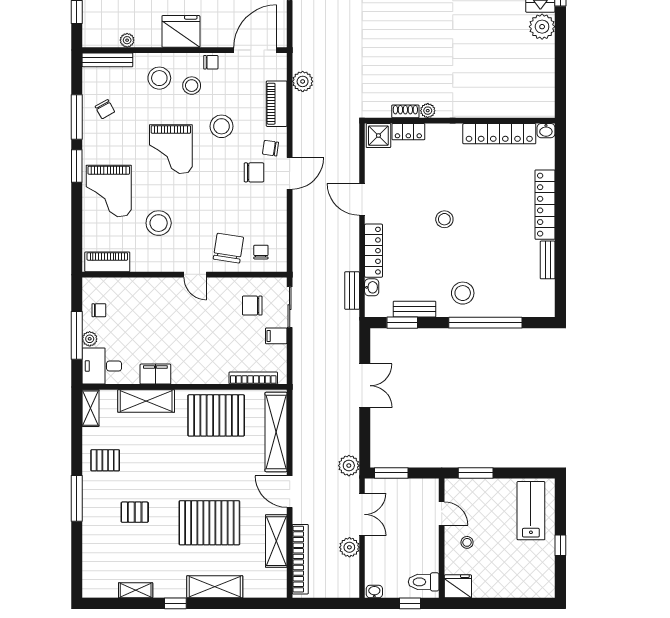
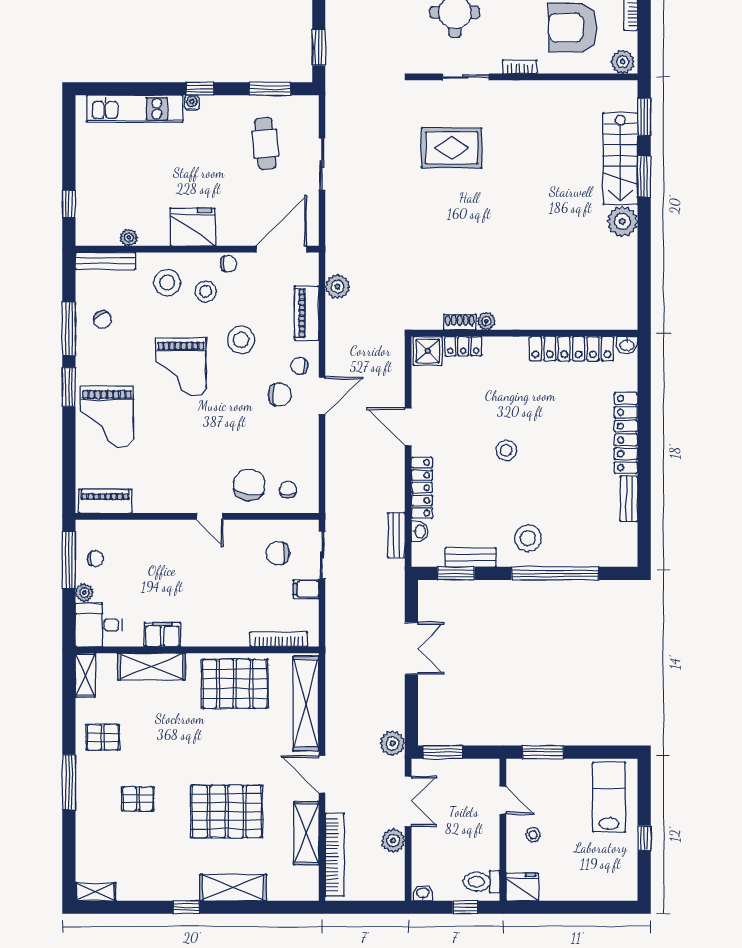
stool: (159, 223) -> (166, 455), removed
window: (77, 335) -> (69, 560), moved
shelving: (136, 590) -> (96, 892), moved

